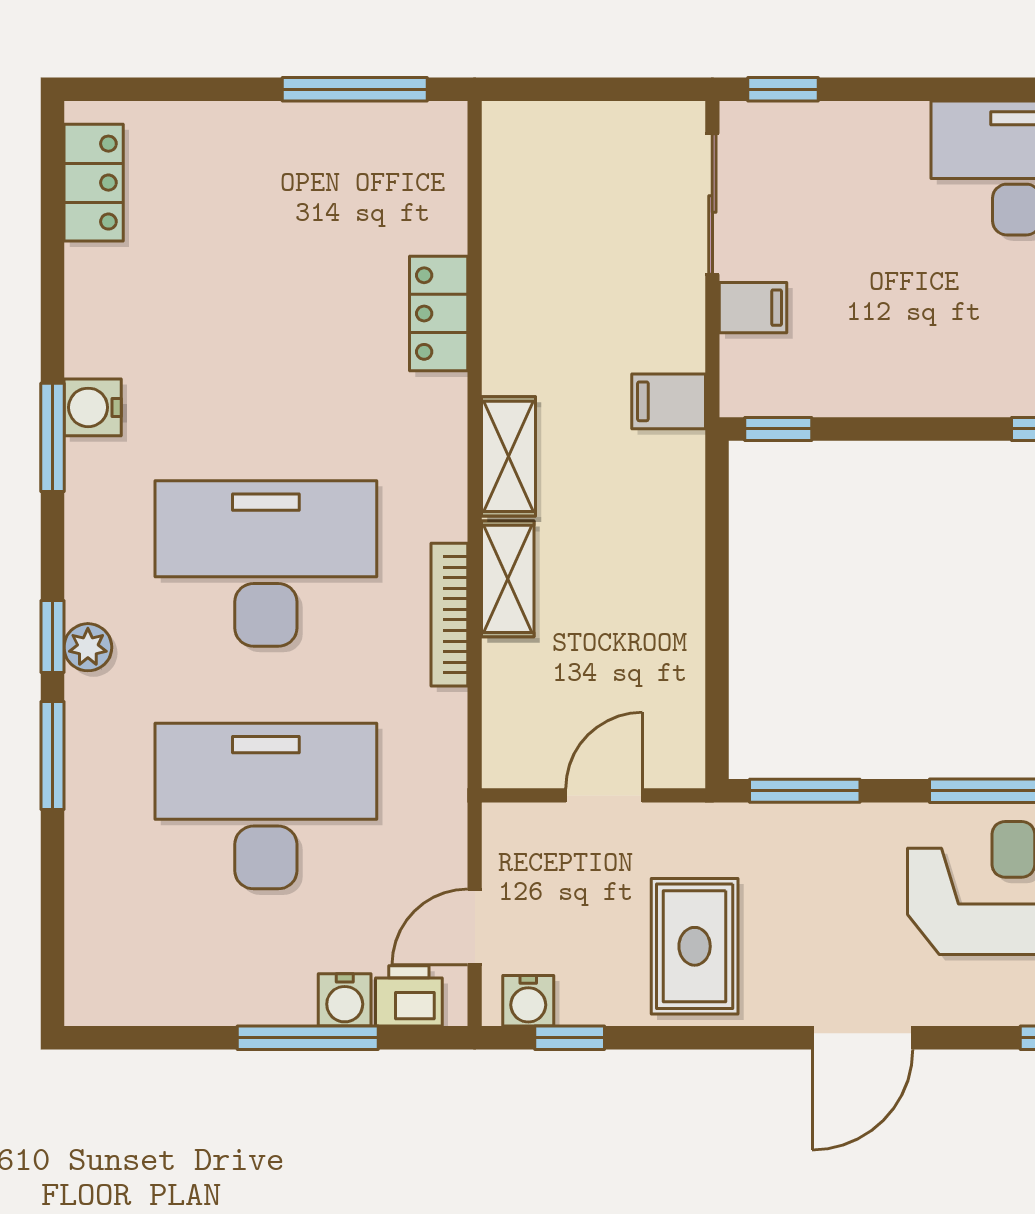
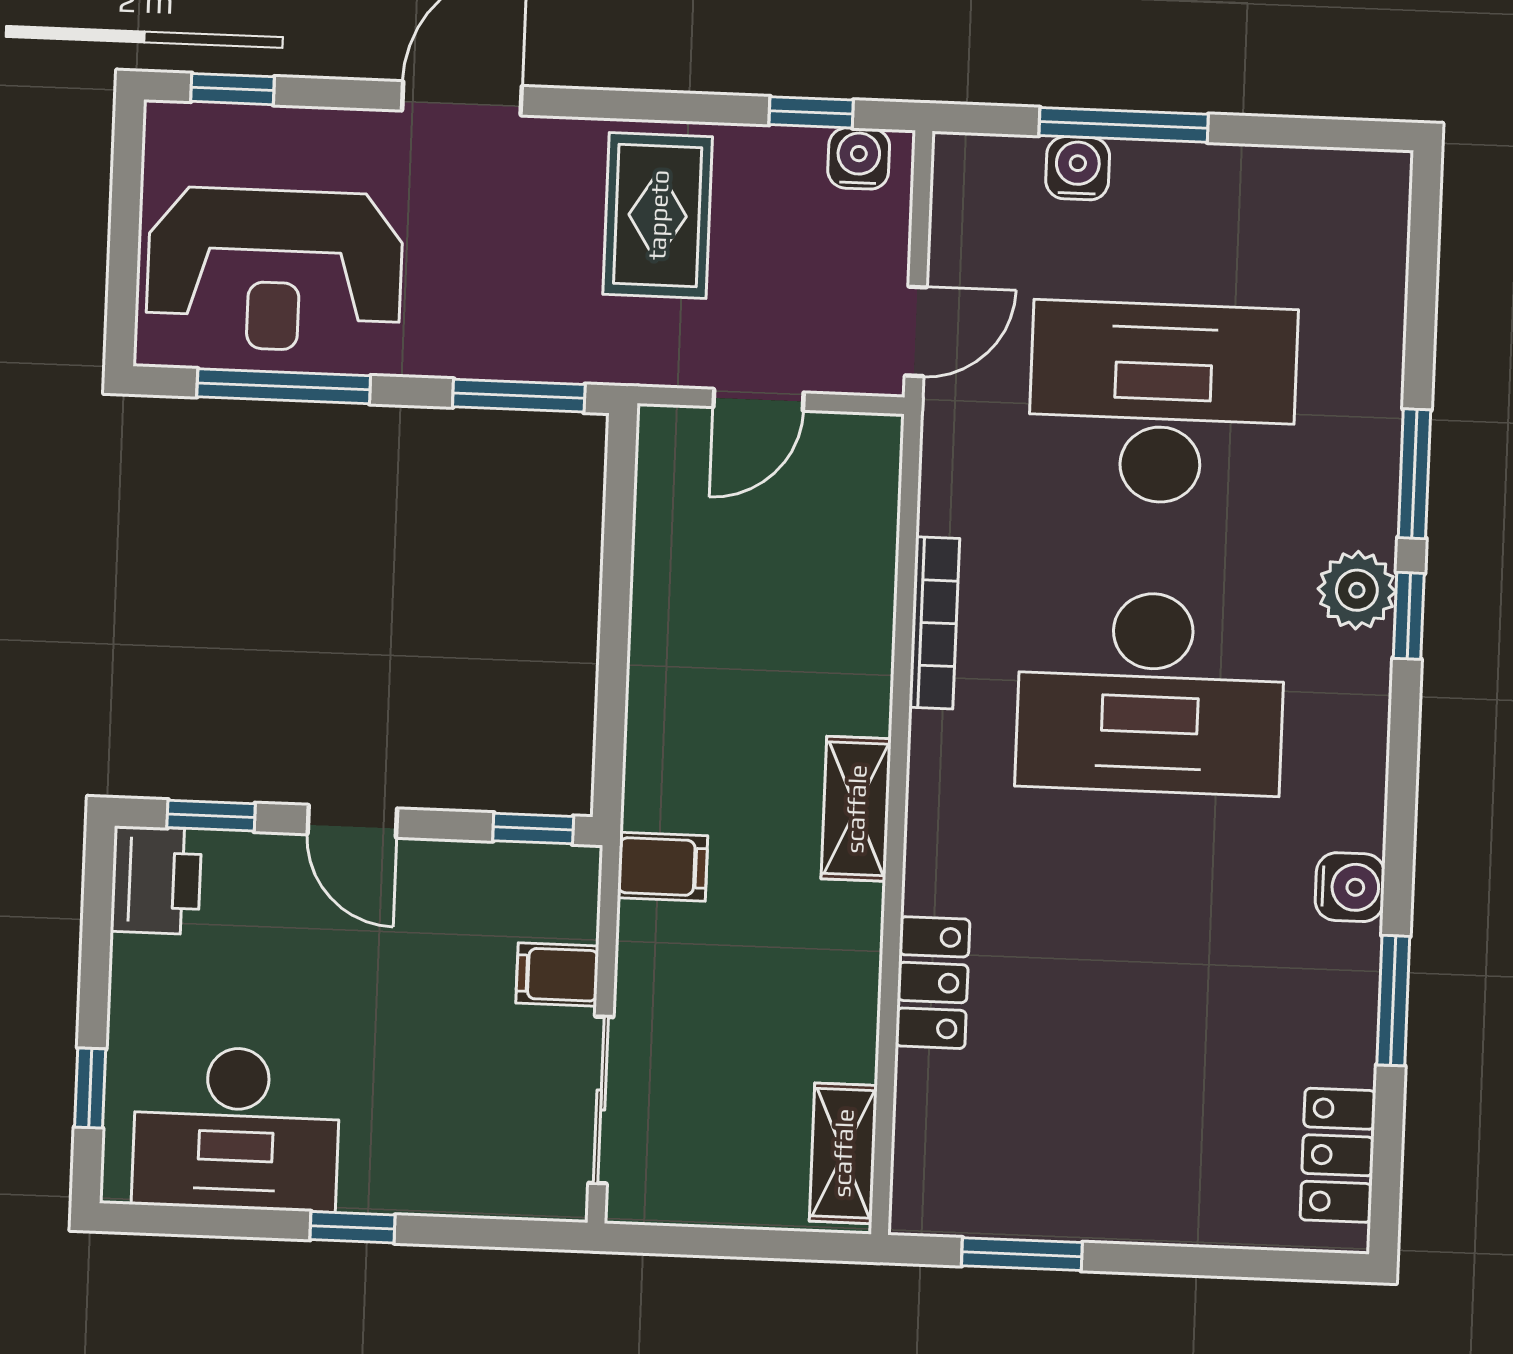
window: (355, 89) -> (1022, 1254), width x0.69
window: (783, 89) -> (353, 1227), moved
door: (930, 429) -> (352, 821), added
window: (52, 437) -> (1393, 1001), moved
shelving: (508, 579) -> (843, 1153), moved
plant: (88, 647) -> (1357, 590), width x1.38, depth x1.38
desk: (266, 806) -> (1162, 403), turned 180
door: (475, 927) -> (916, 331), moved
printer: (409, 996) -> (1001, 170), removed

